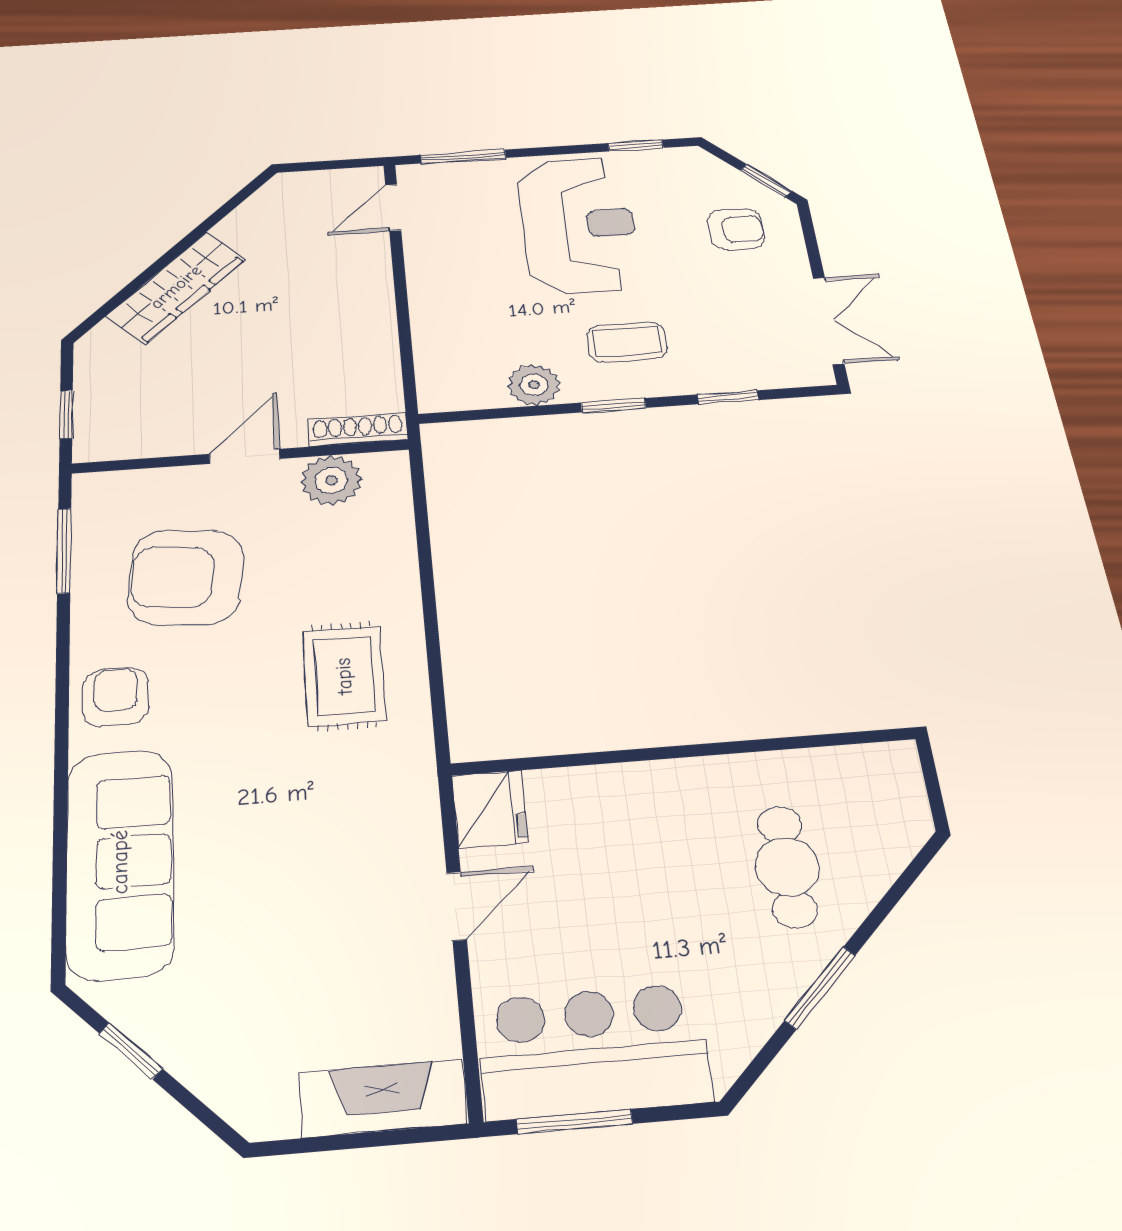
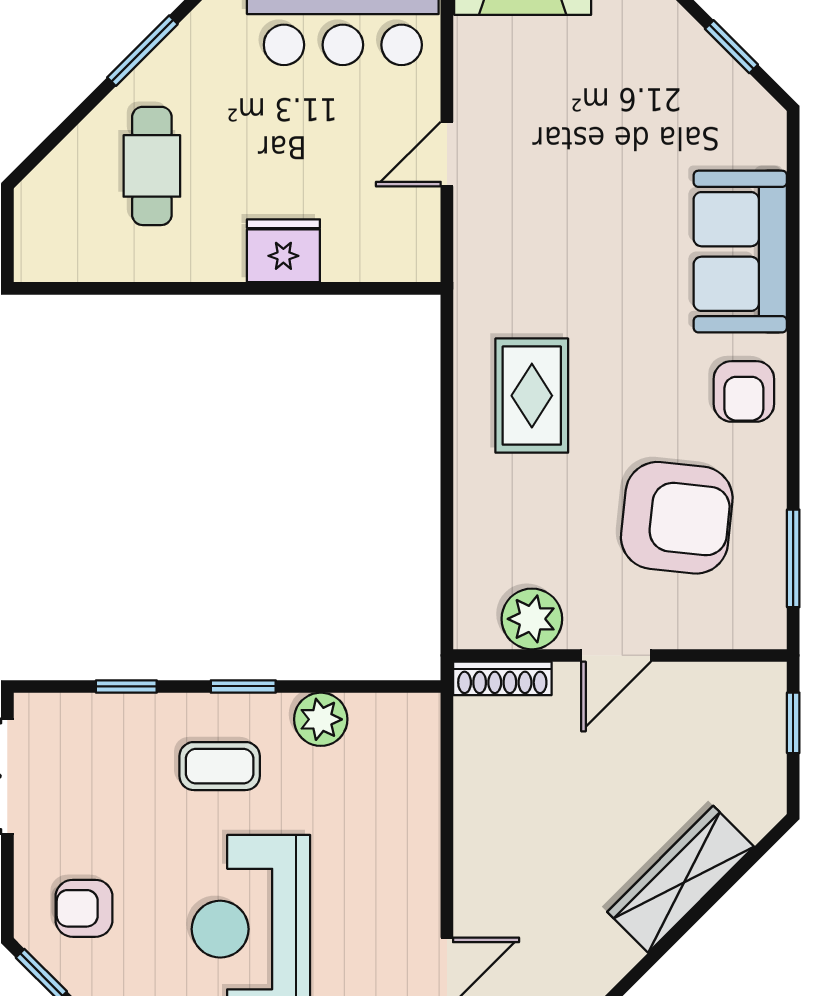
fridge: (490, 809) -> (283, 251), moved, turned 90
sofa: (120, 862) -> (740, 252), width x0.73

